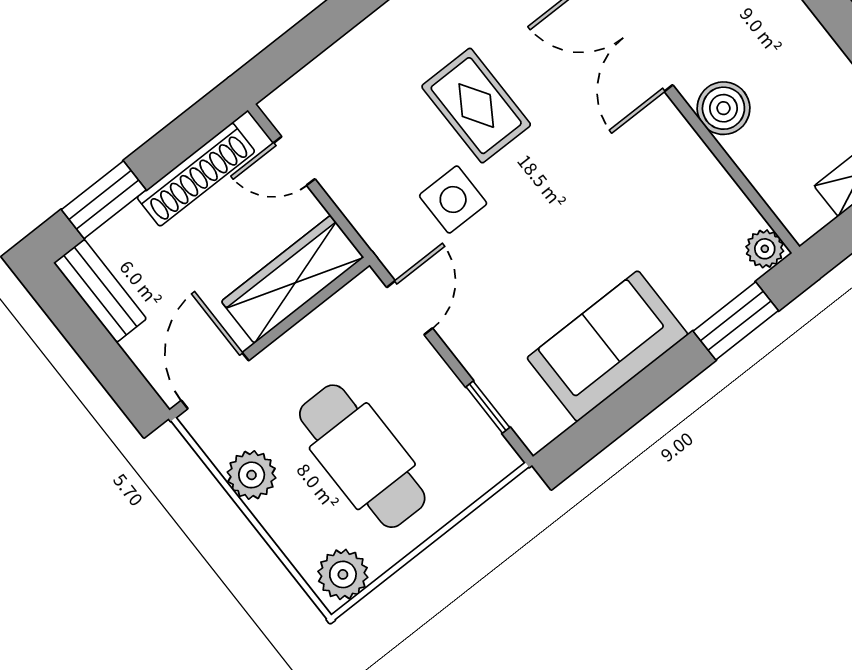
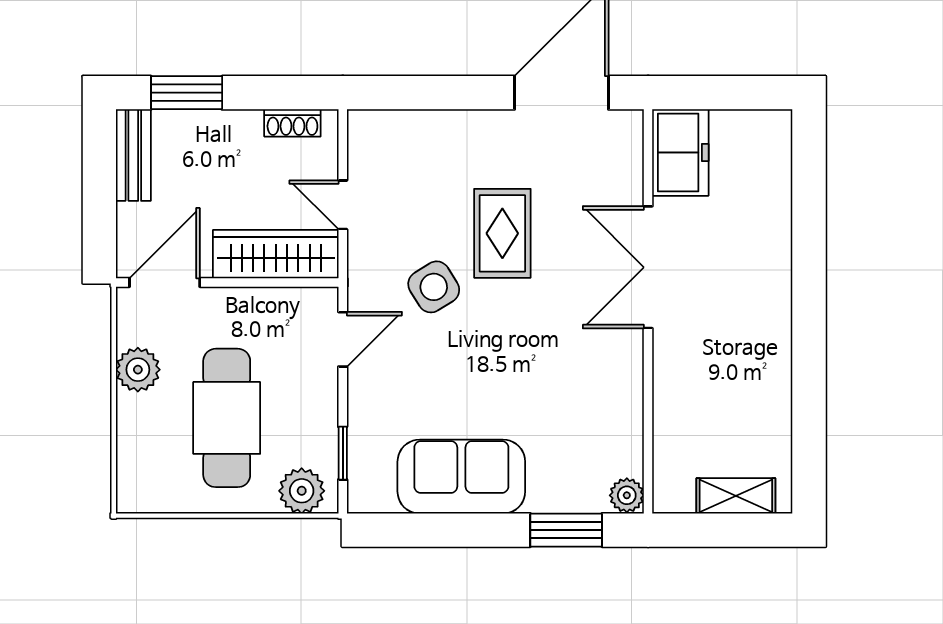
boiler: (723, 108) -> (676, 373), removed
door: (294, 161) -> (343, 205), moved
shoe rack: (196, 174) -> (292, 123), width x0.51, depth x0.81
side table: (453, 200) -> (434, 287), turned -32
plant: (343, 574) -> (302, 491), moved

